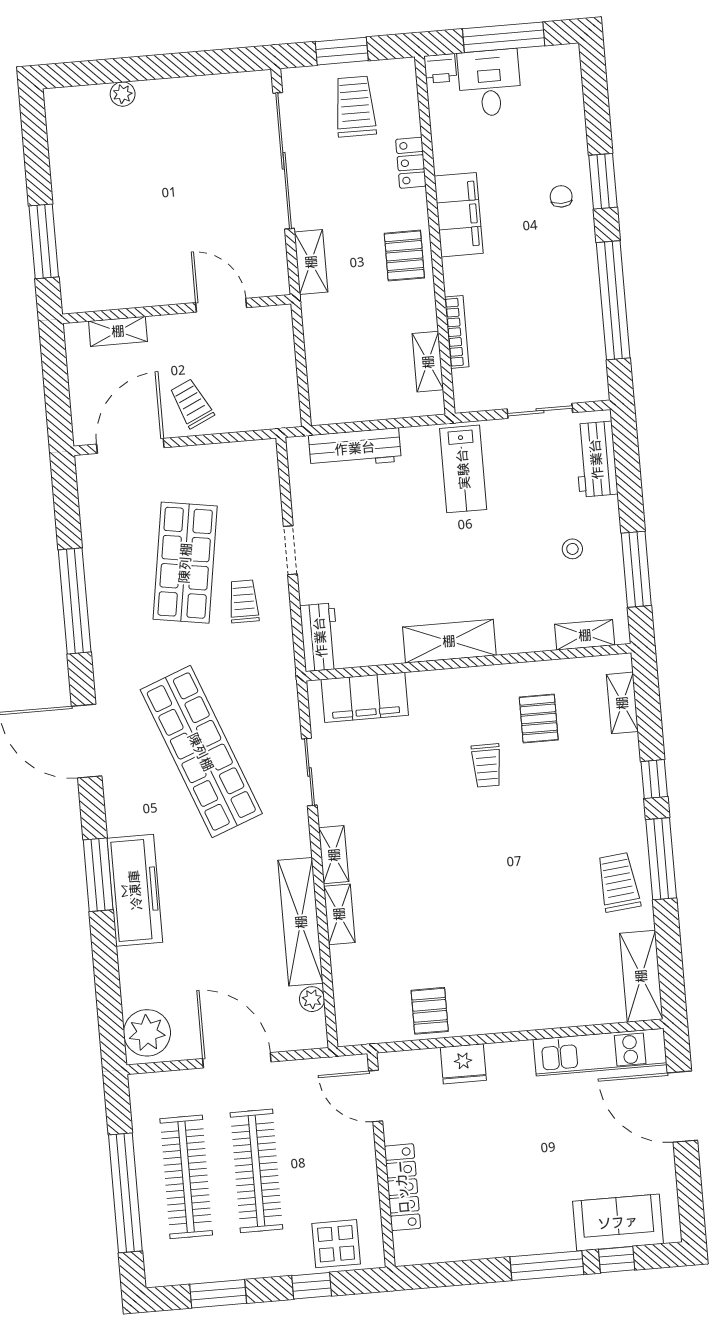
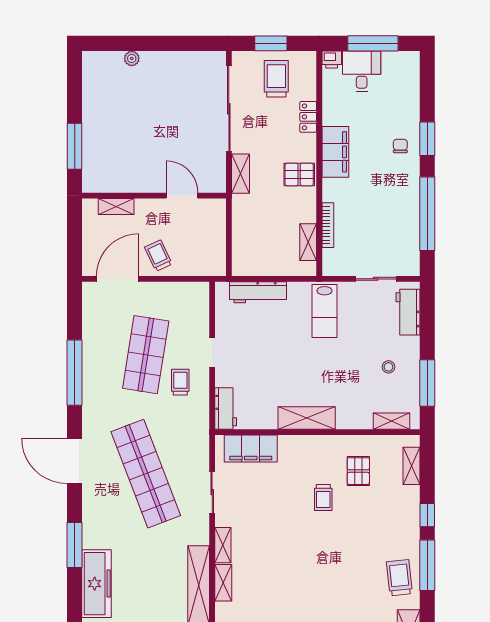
pallet: (404, 256) -> (299, 175), turned 90
freezer: (135, 890) -> (97, 584), moved

